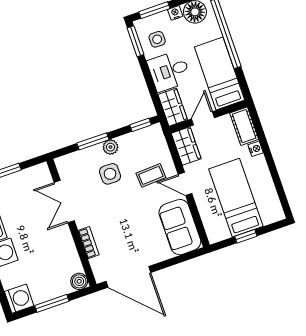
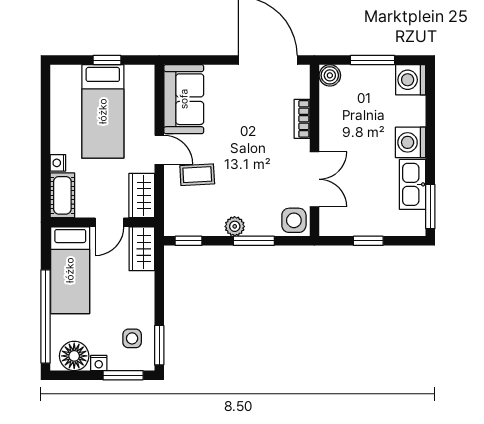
desk: (169, 71) -> (131, 295), removed
side table: (110, 174) -> (294, 220), moved

